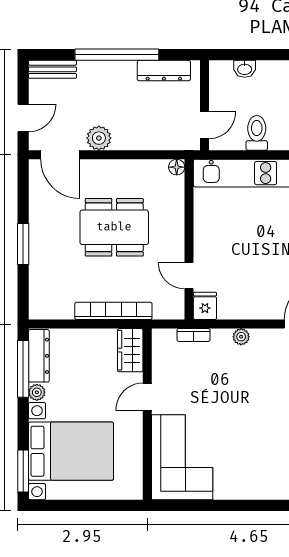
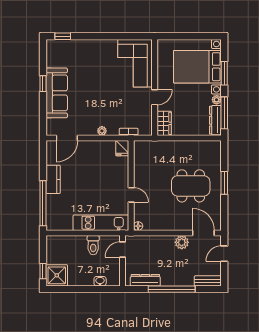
dining table: (114, 227) -> (191, 186), moved
door: (189, 276) -> (131, 195), moved
bookcase: (113, 311) -> (174, 145), removed
window: (23, 471) -> (224, 73), moved

